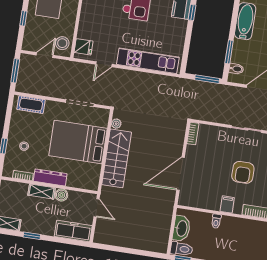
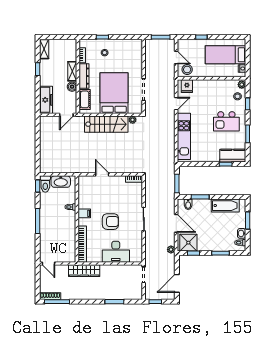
door: (104, 64) -> (176, 104), swing flipped
cot: (31, 105) -> (85, 99), moved
armchair: (243, 172) -> (110, 222), turned 180
door: (181, 174) -> (102, 174), width x0.53

